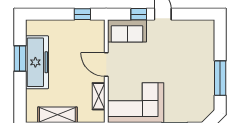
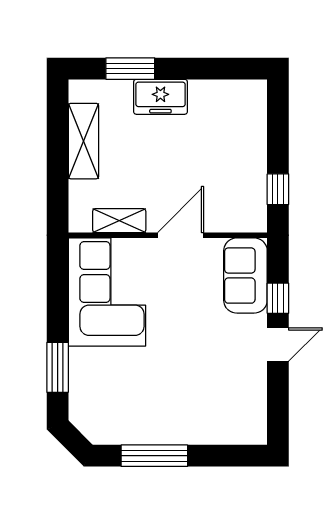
window: (20, 59) -> (130, 69), moved
freezer: (37, 62) -> (160, 97), width x0.52, depth x0.79

